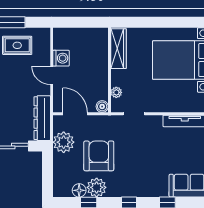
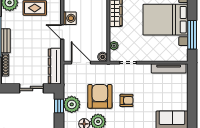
plant: (64, 142) -> (72, 104), moved
armchair: (132, 161) -> (127, 100), added
window: (48, 168) -> (59, 106), added

